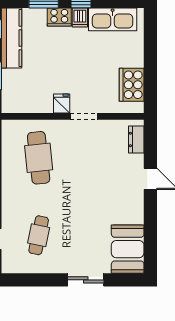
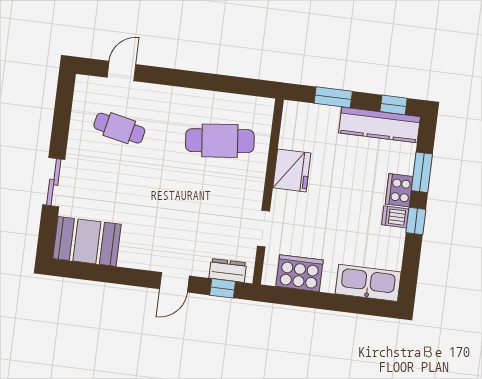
kitchen sink: (113, 19) -> (368, 283), moved, turned 90
fridge: (62, 104) -> (292, 170), width x1.88, depth x1.34
doorway: (84, 116) -> (263, 229), moved
window: (150, 142) -> (223, 288), added

